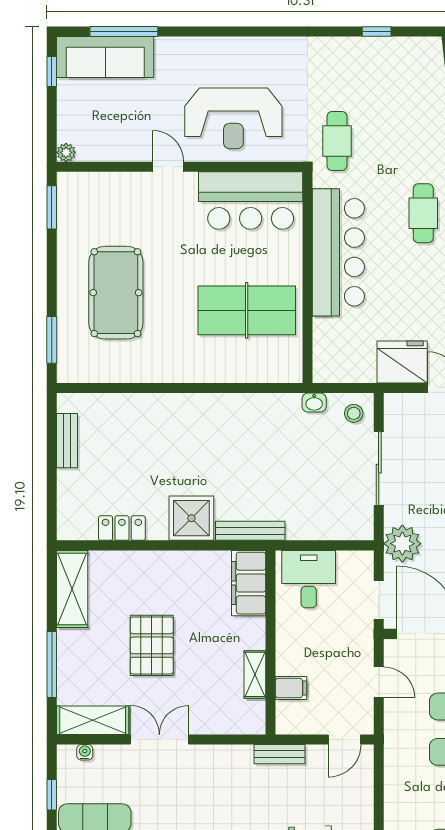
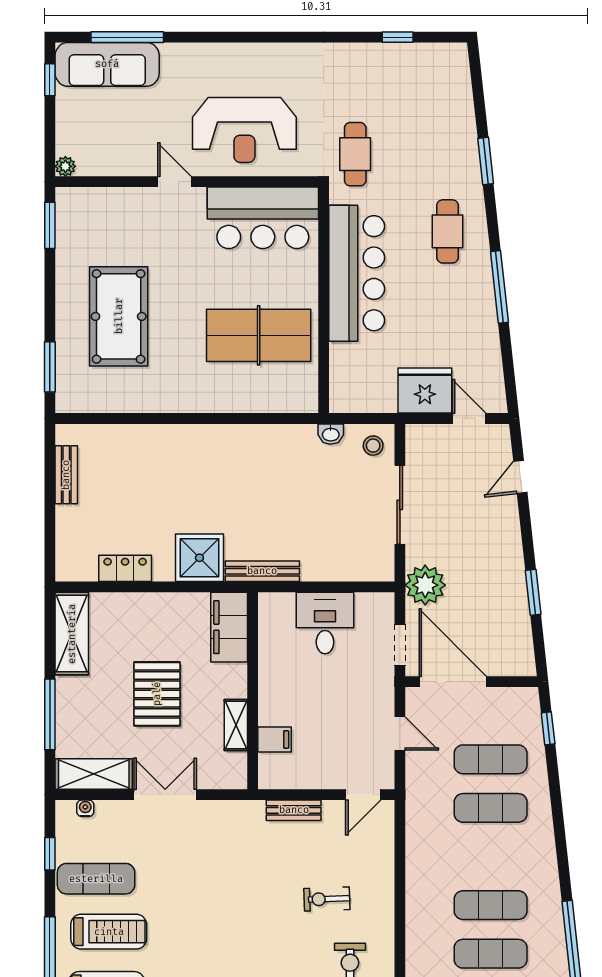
filing cabinet: (249, 583) -> (229, 627), moved
wall: (271, 642) -> (253, 691), moved
shelving: (255, 674) -> (236, 725), moved
filing cabinet: (291, 688) -> (274, 739), moved

